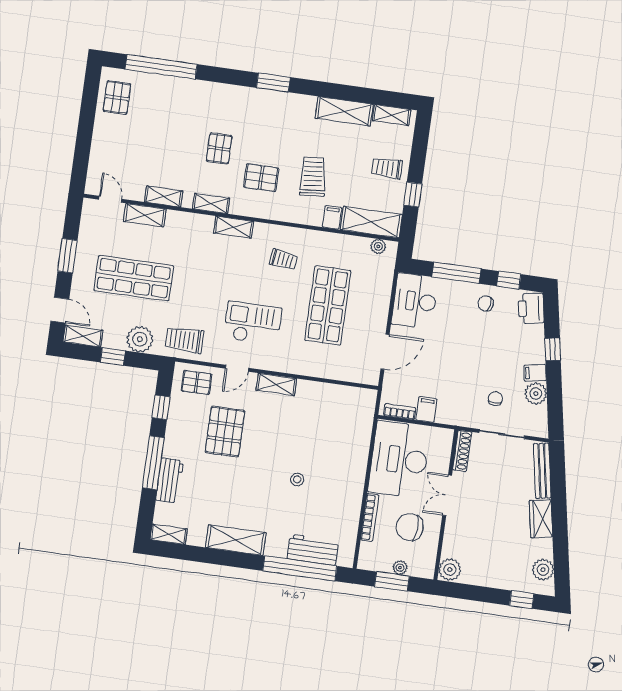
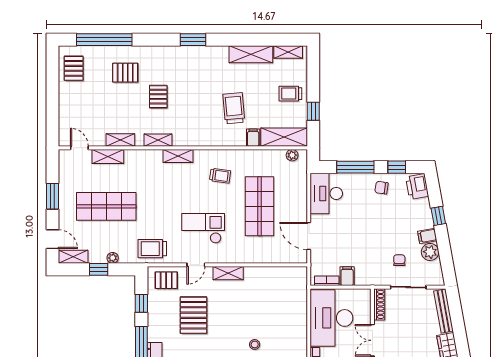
pallet: (261, 178) -> (125, 73), moved
plant: (140, 339) -> (113, 258), width x0.53, depth x0.53
door: (385, 352) -> (309, 236), swing flipped

